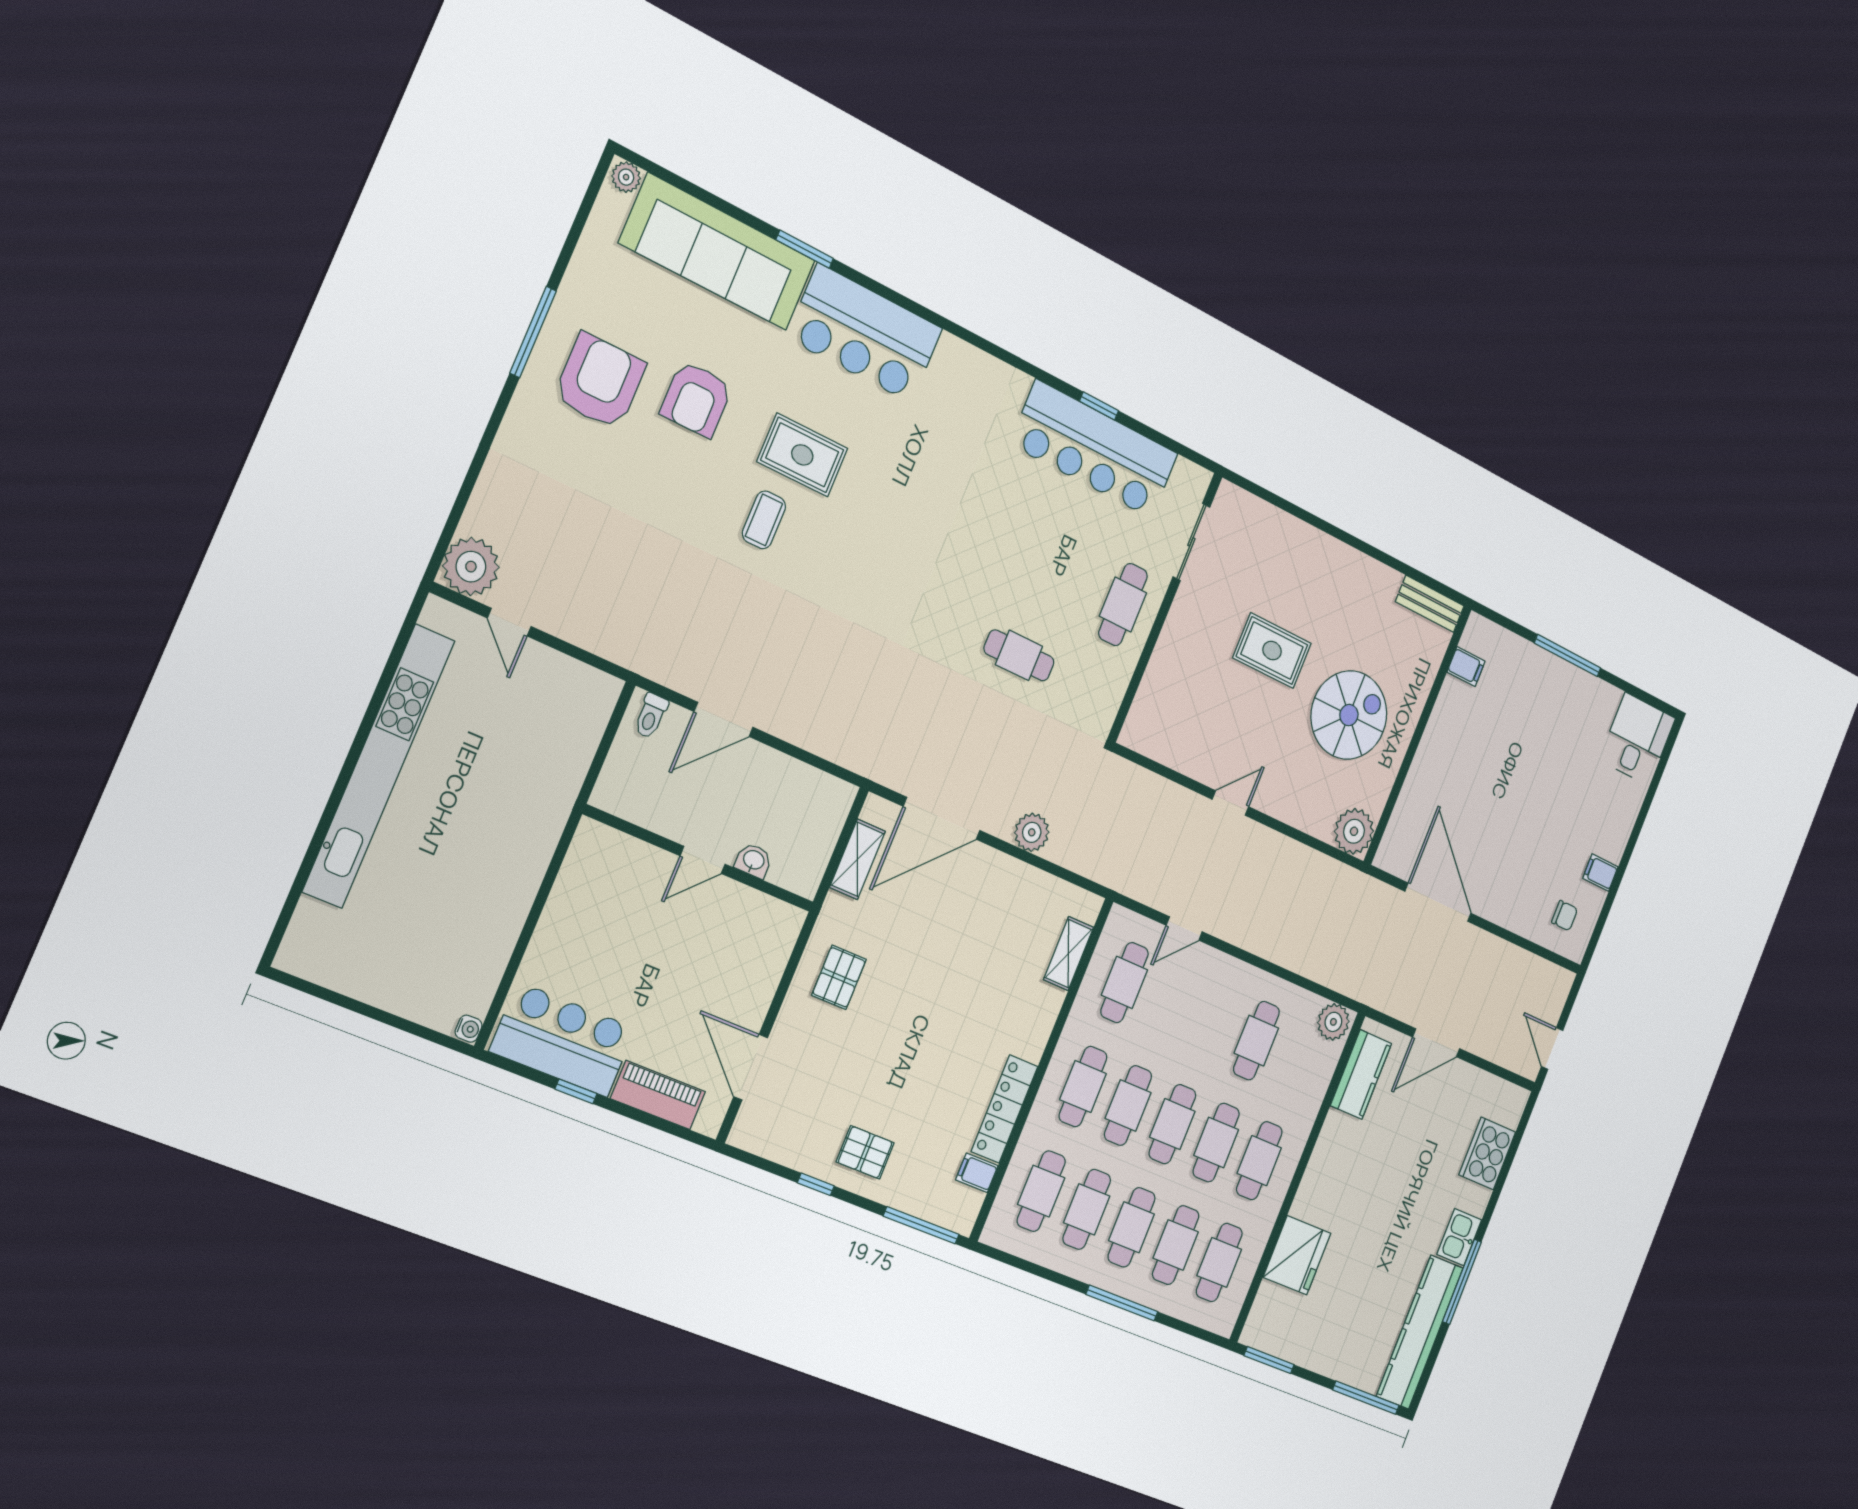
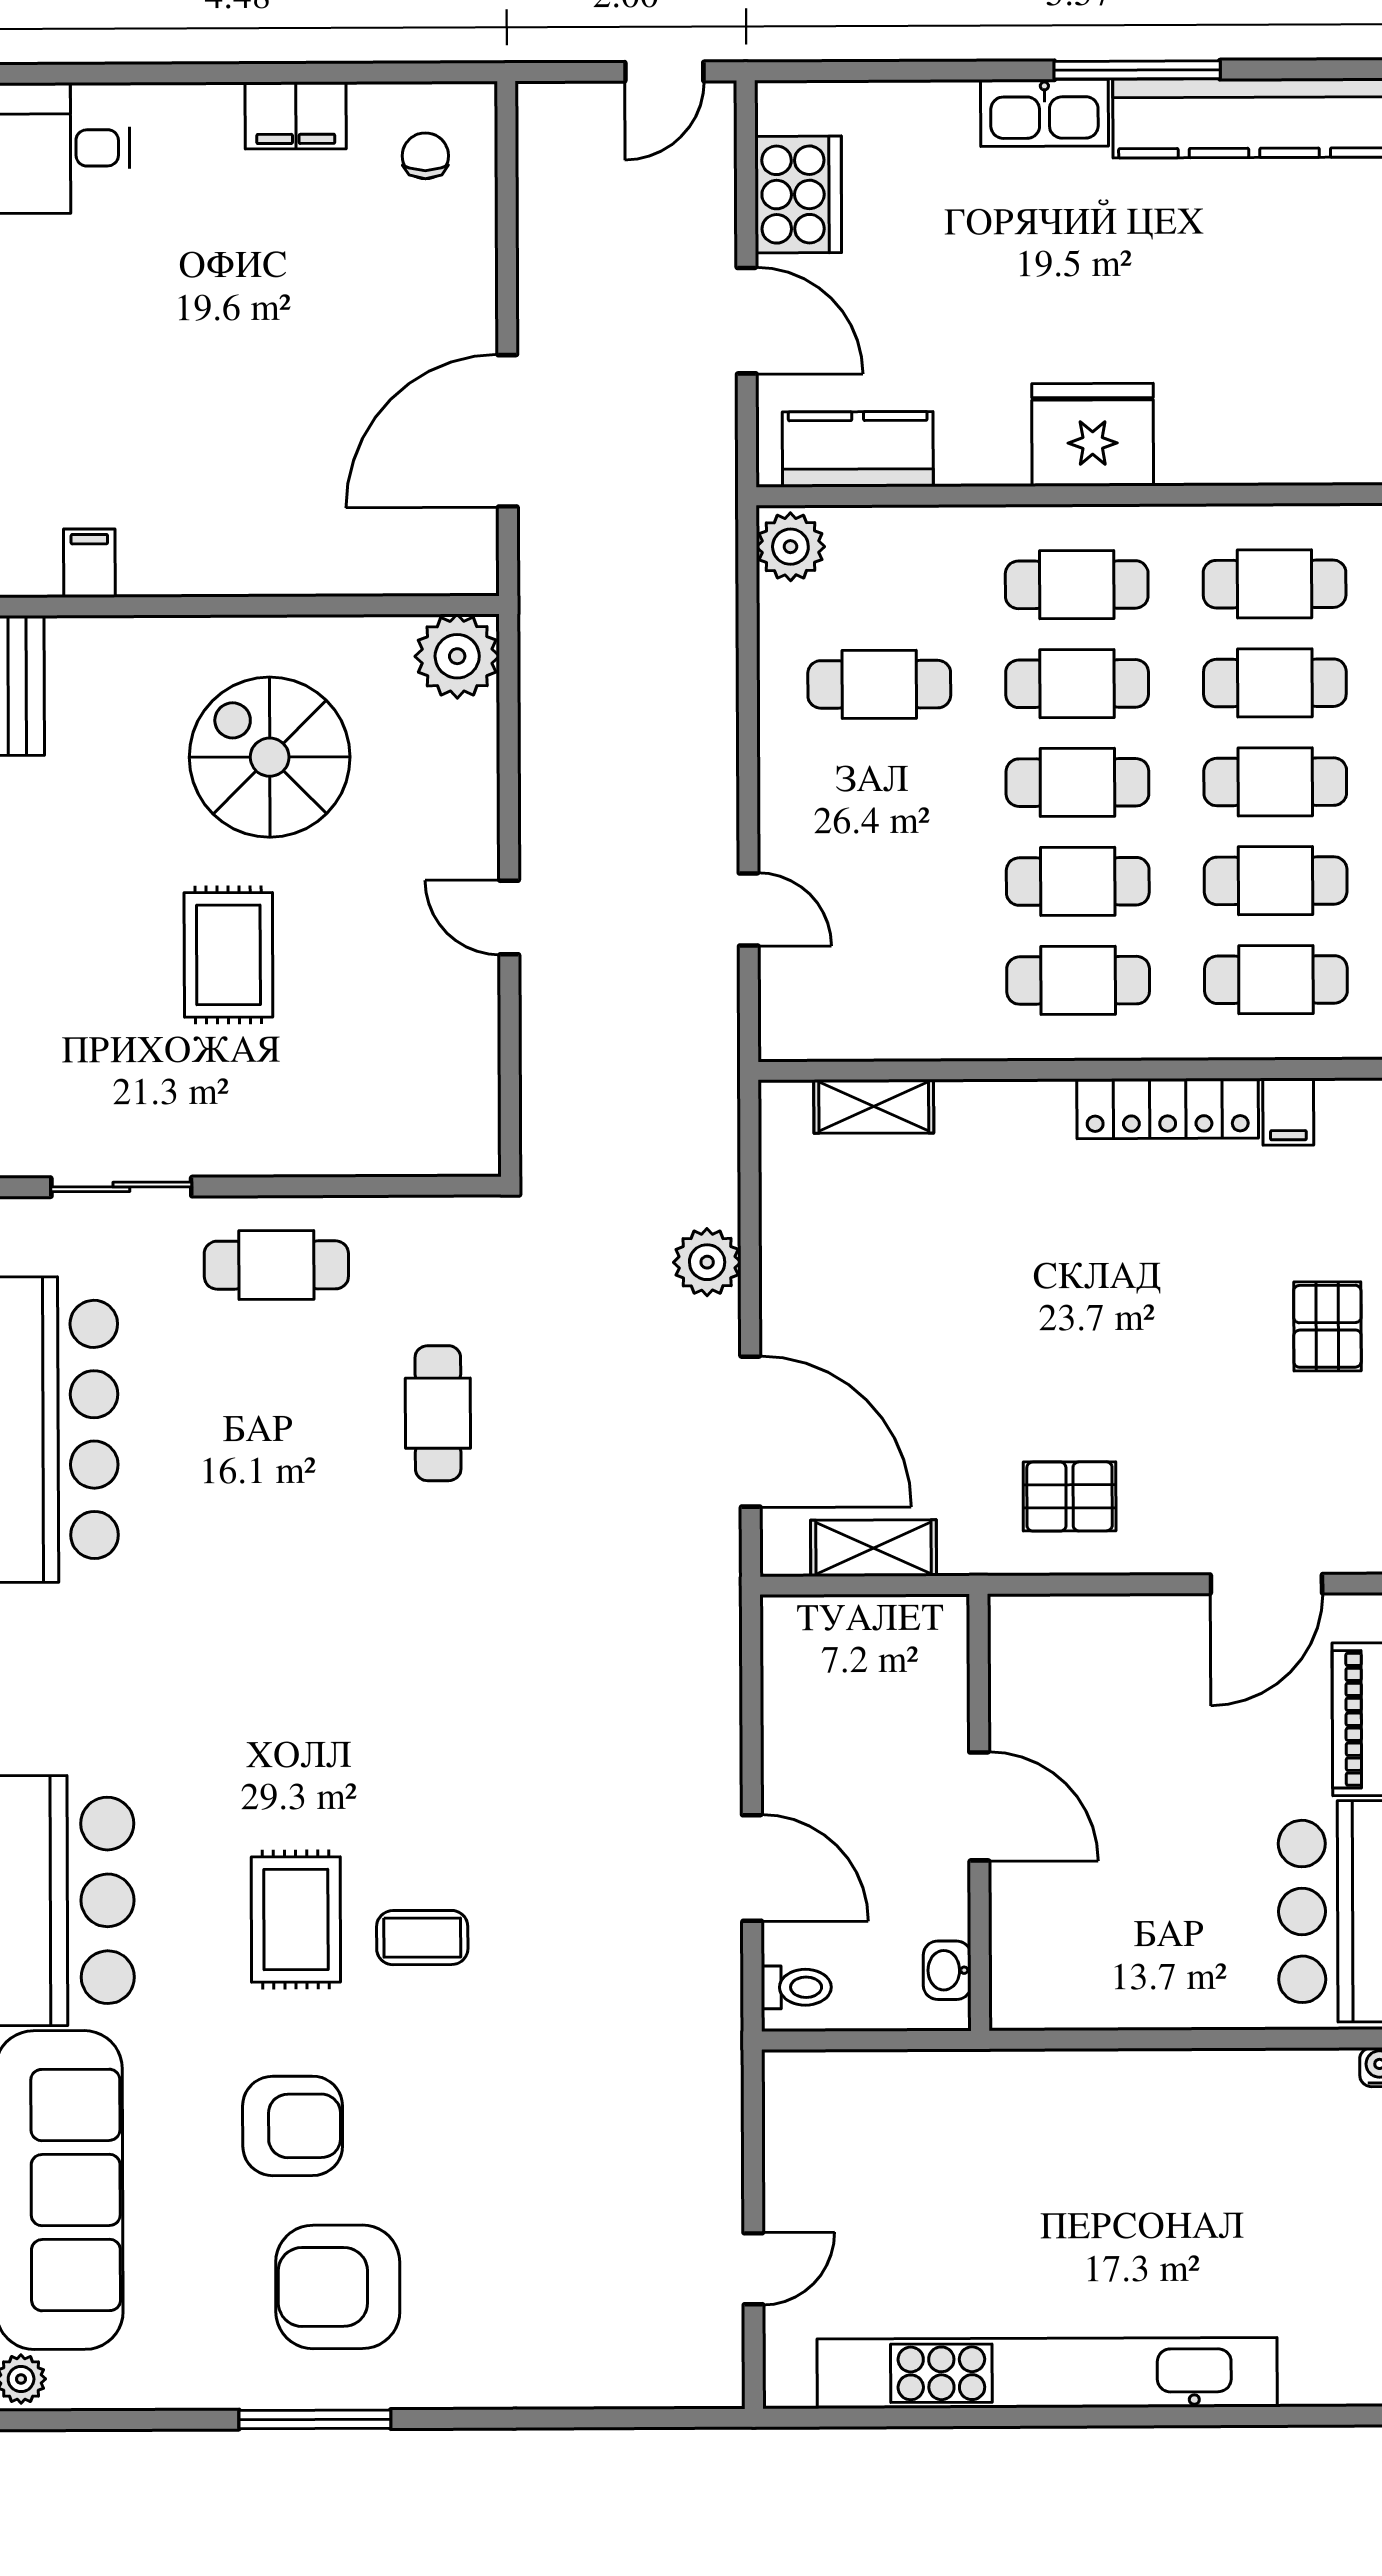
plant: (471, 567) -> (698, 2362), removed
door: (703, 860) -> (979, 1806), width x1.37
washbasin: (753, 861) -> (947, 1970), moved
filing cabinet: (1600, 873) -> (296, 115), width x2.00
cafe table: (1124, 983) -> (880, 981), removed
cooker: (1487, 1153) -> (798, 194), moved, turned -90
kitchen sink: (1459, 1237) -> (1044, 113), width x1.38
fridge: (1297, 1255) -> (1093, 435), moved

